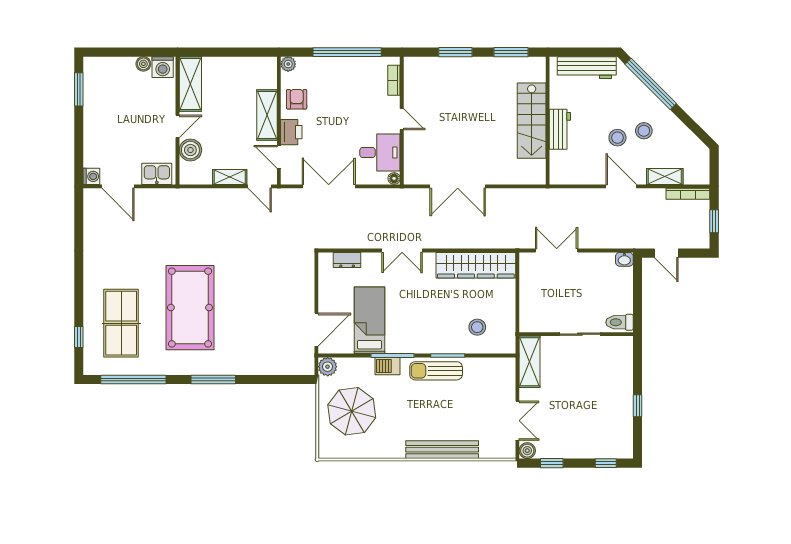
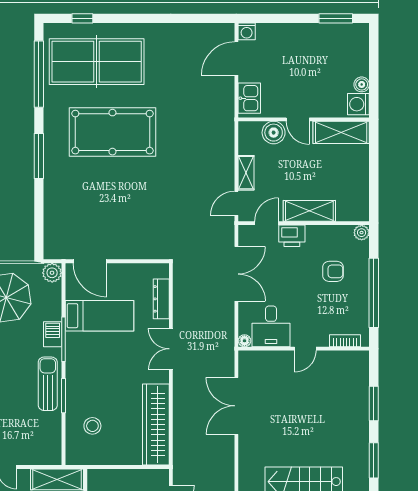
armchair: (297, 99) -> (333, 271), moved
dresser: (347, 260) -> (161, 299), width x1.44
table tennis table: (121, 323) -> (97, 62), width x1.36, depth x1.32

